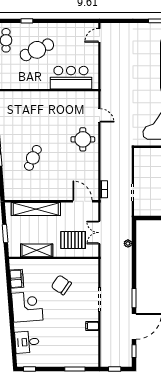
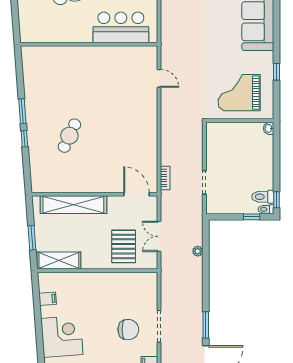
round table: (83, 139) -> (137, 111), removed
pallet: (73, 240) -> (124, 246), turned 90
shelving: (37, 250) -> (59, 261), moved
filing cabinet: (17, 279) -> (48, 299), width x0.50
chair: (61, 285) -> (128, 330), moved, turned 146

